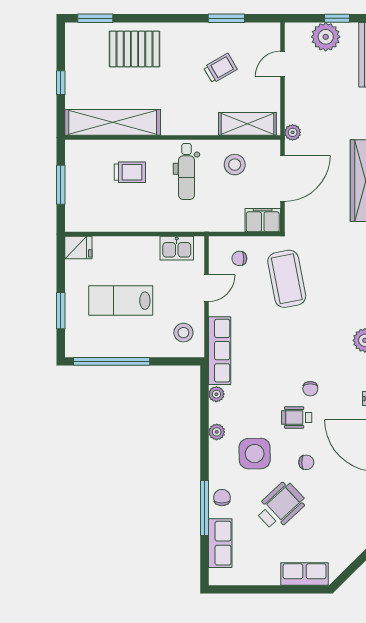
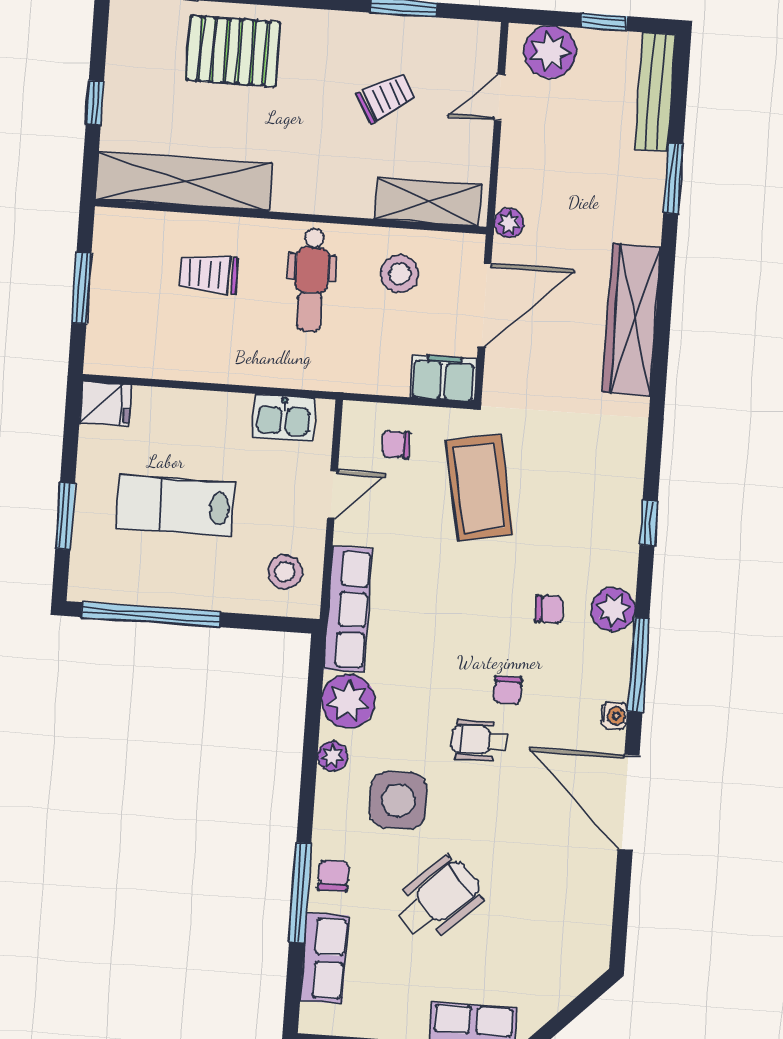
plant: (326, 37) -> (550, 52), moved
trolley: (130, 172) -> (209, 274), turned 180
plant: (216, 394) -> (348, 701), width x1.87, depth x1.87
chair: (306, 462) -> (549, 609), moved

